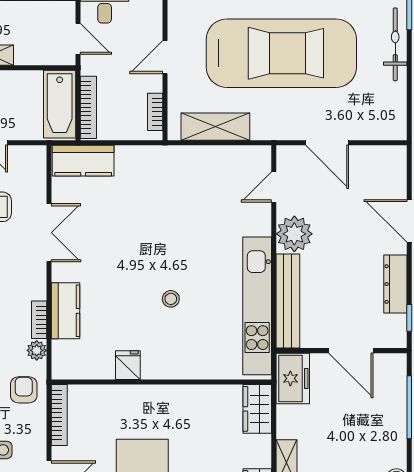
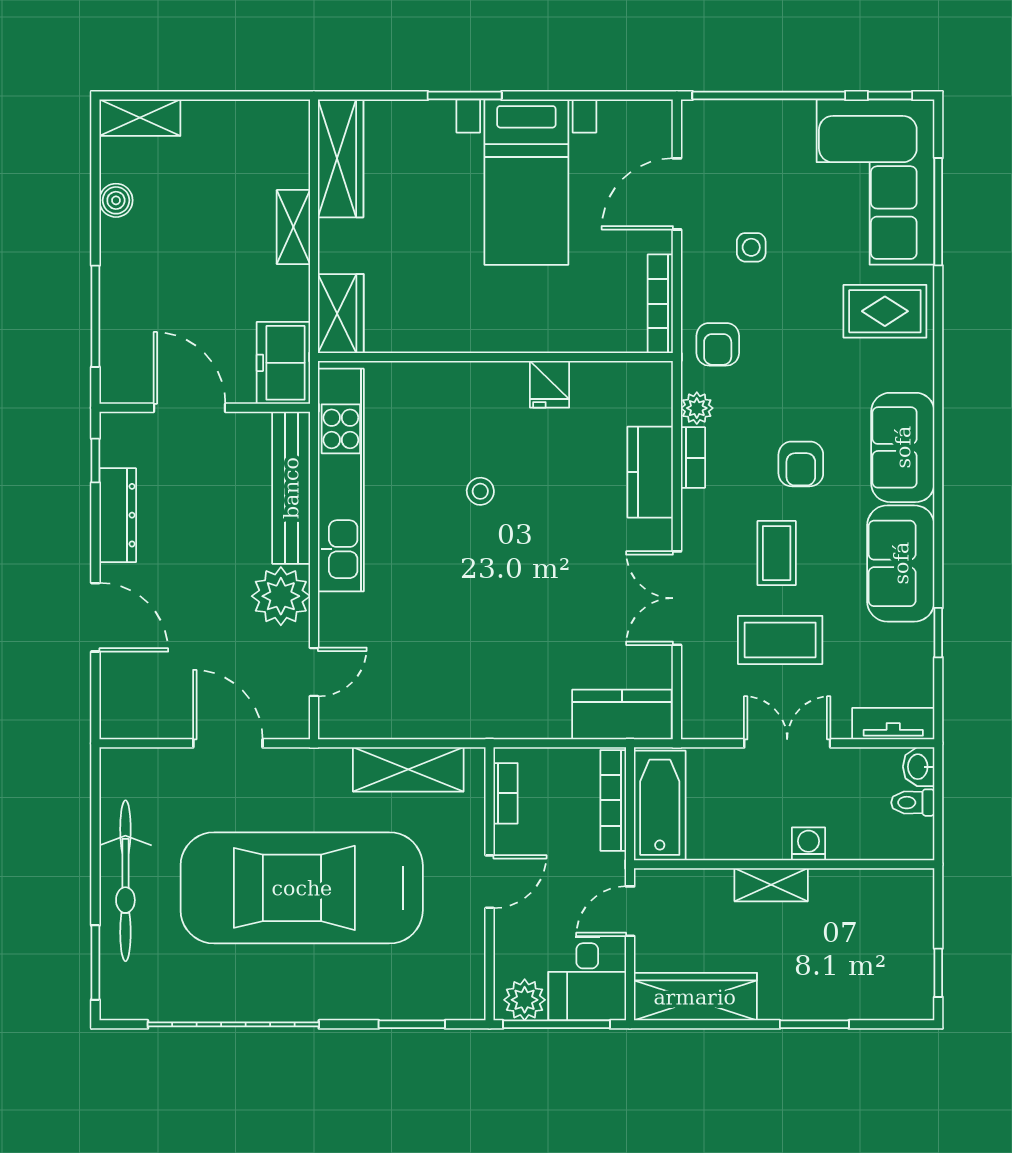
door: (78, 39) -> (630, 911), hinge flipped
bicycle: (395, 44) -> (125, 881), width x1.37, depth x1.40

